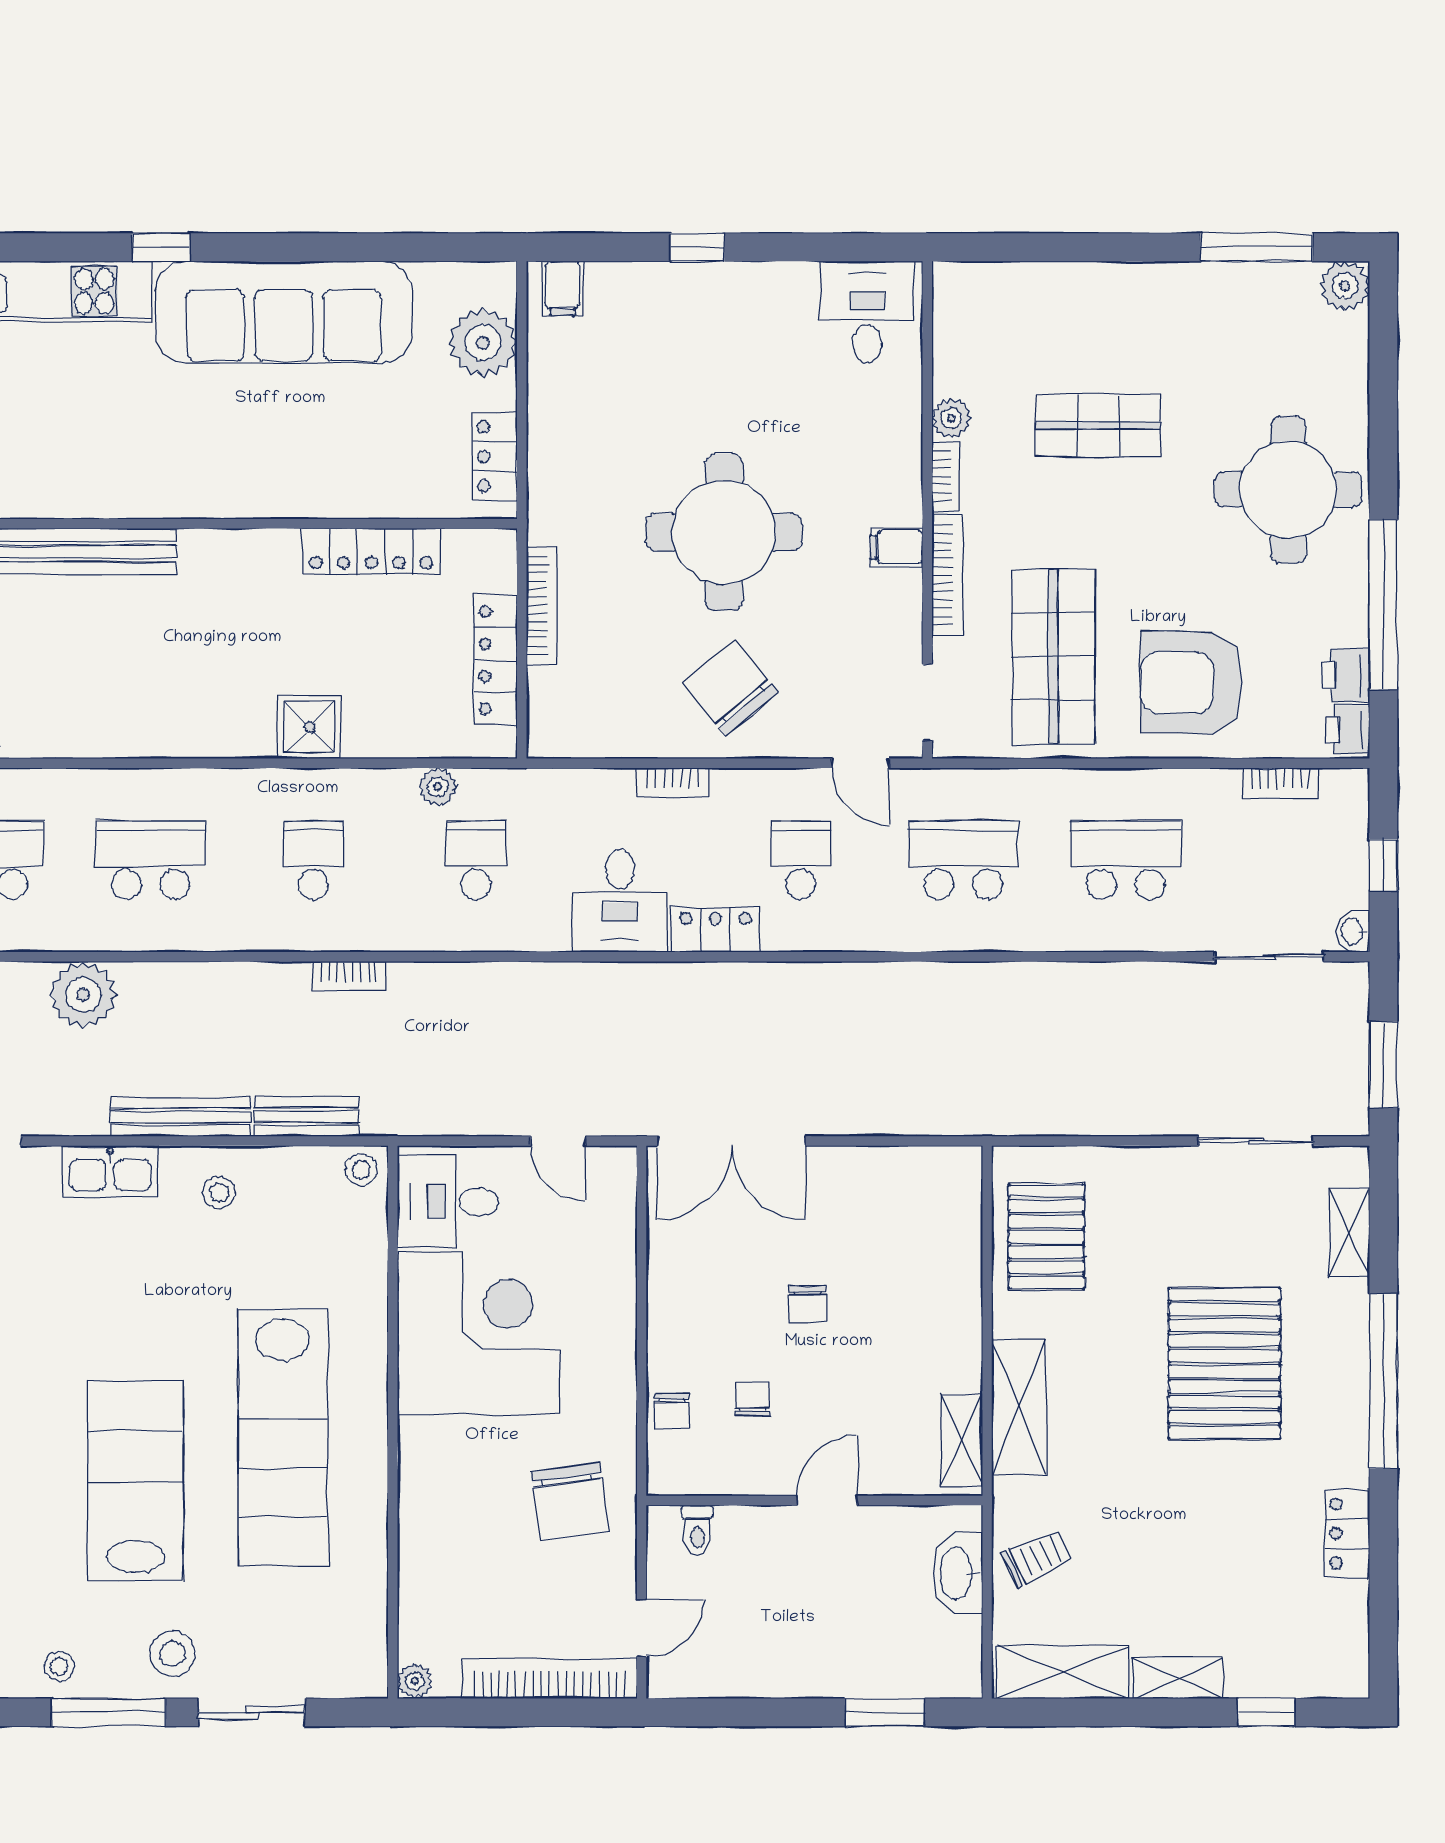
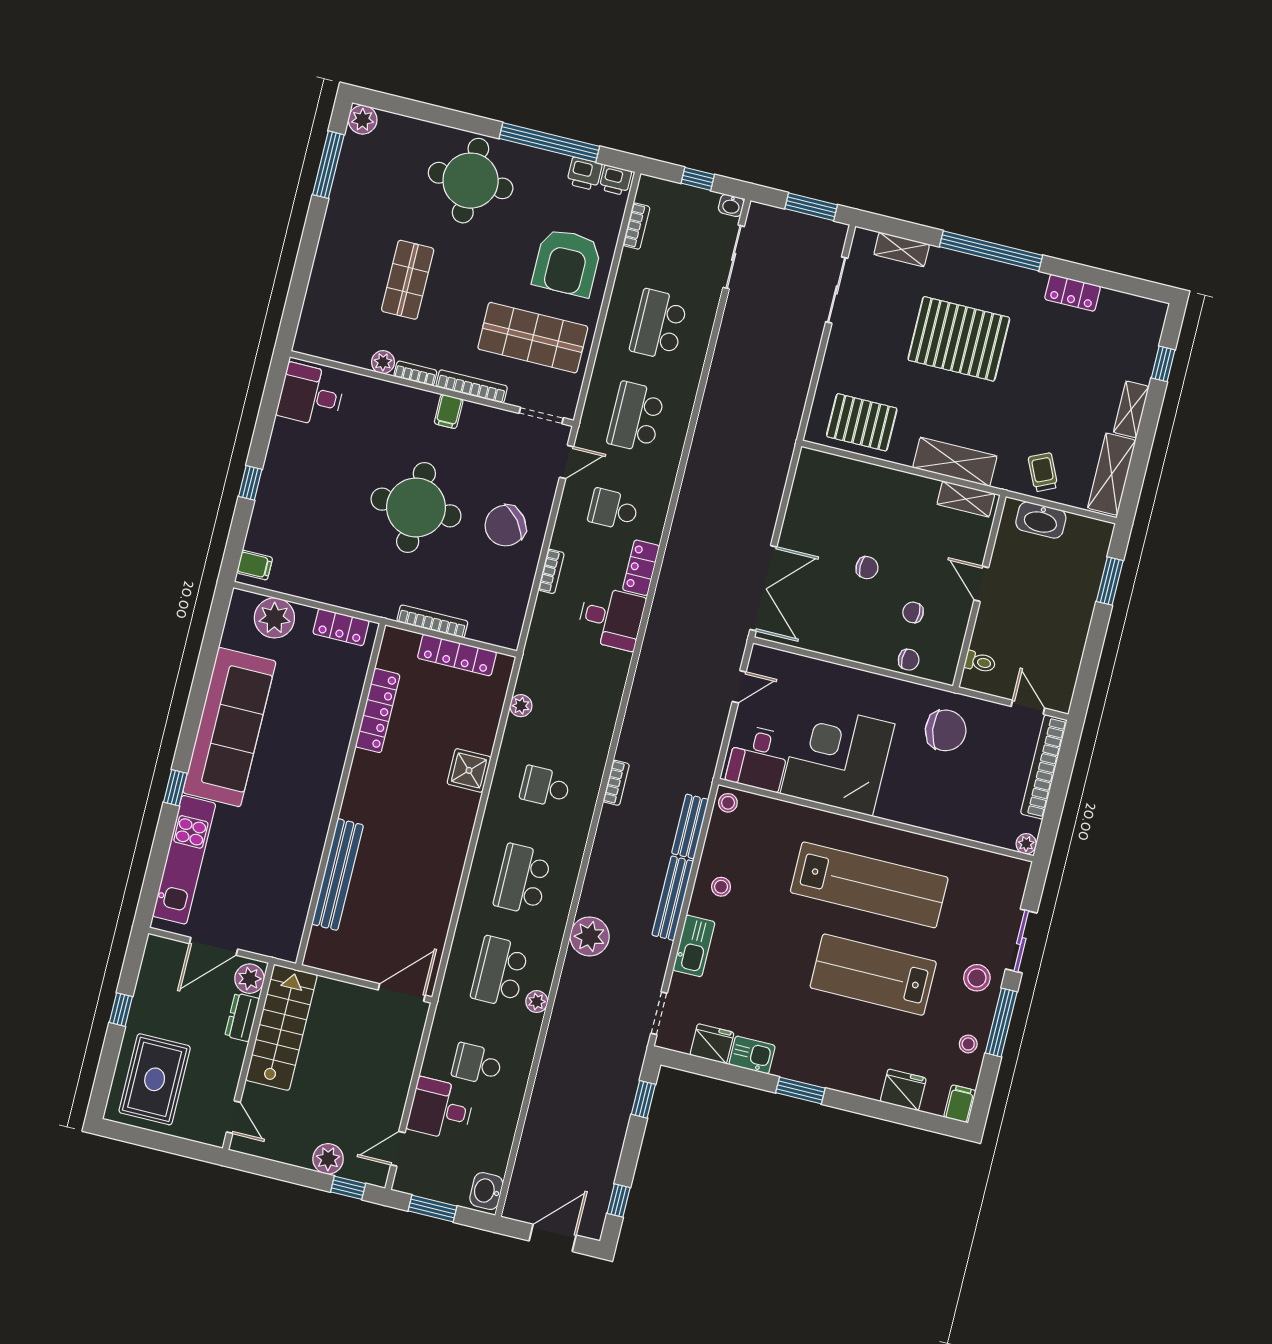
school desk: (476, 860) -> (568, 694), removed

